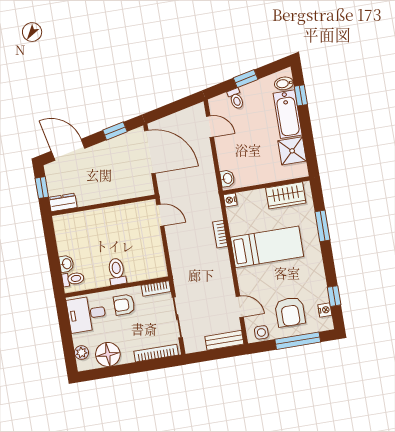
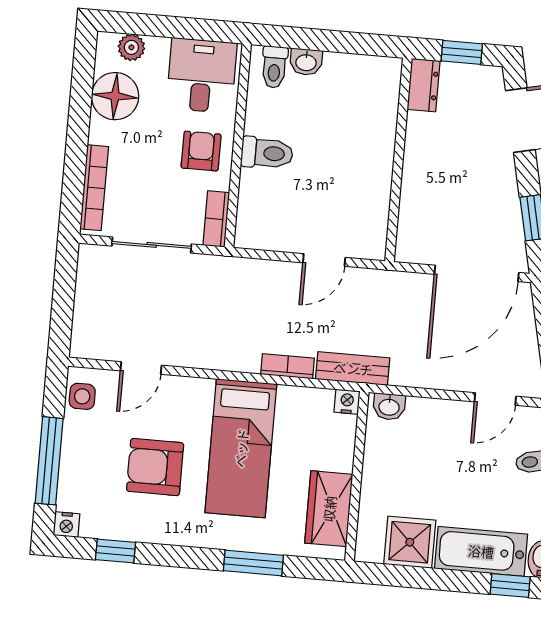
door: (160, 215) -> (324, 260), moved
nightstand: (325, 310) -> (66, 524), moved
armchair: (290, 312) -> (155, 467), moved
bench: (224, 340) -> (353, 368), moved, turned 90

